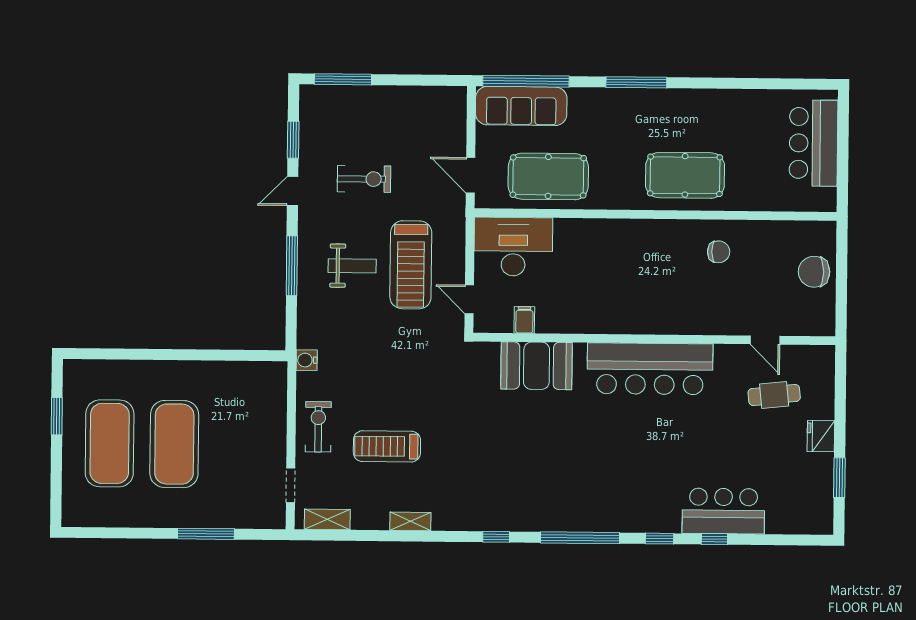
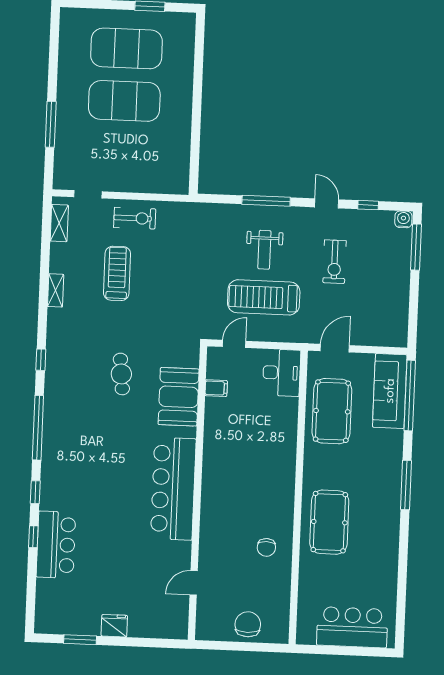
window: (293, 140) -> (368, 205), width x0.67
desk: (513, 247) -> (282, 373), width x0.73, depth x0.77
water cooler: (307, 360) -> (403, 219), moved
cafe table: (774, 395) -> (121, 374), moved

